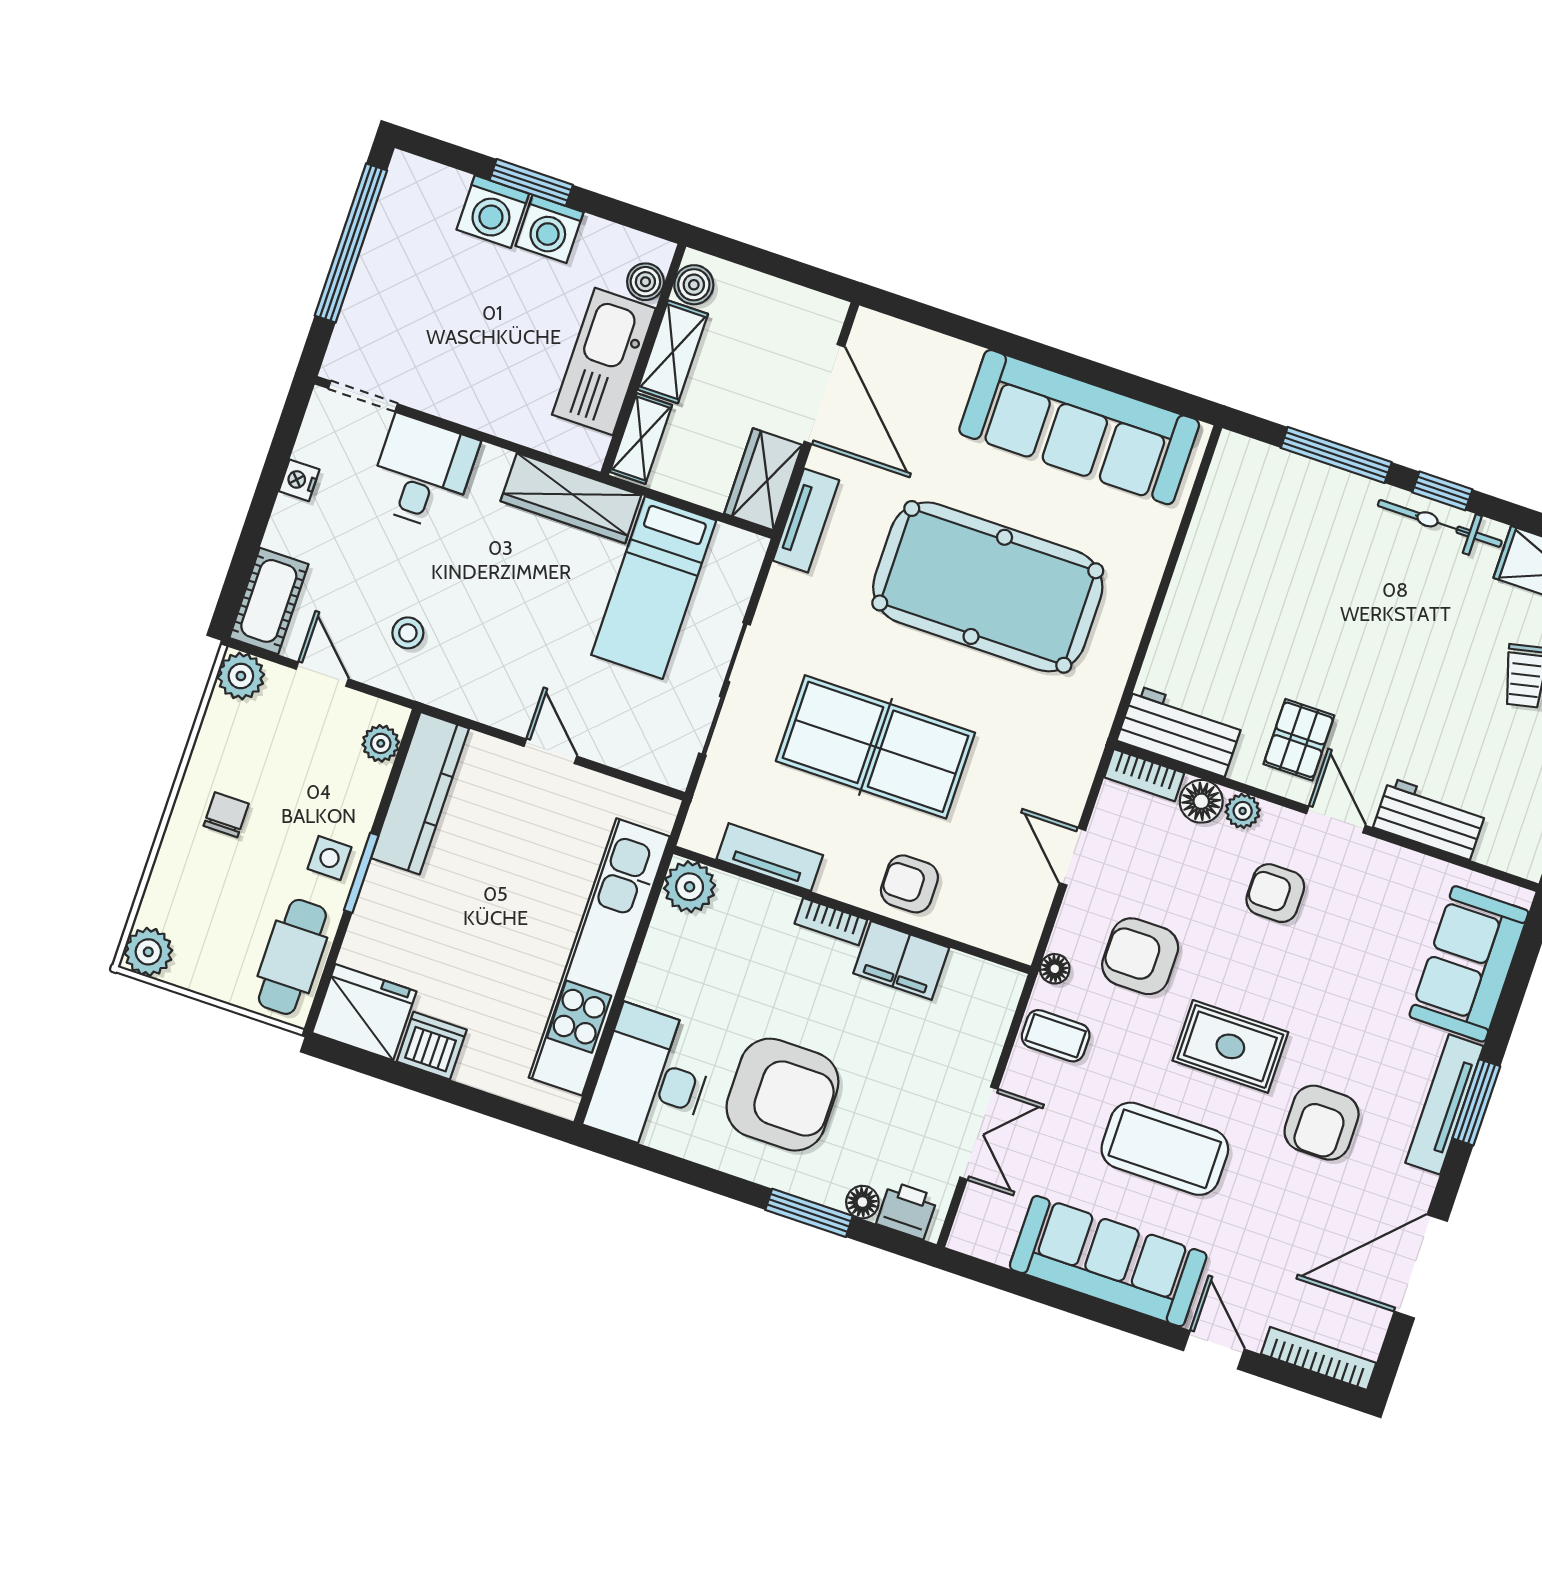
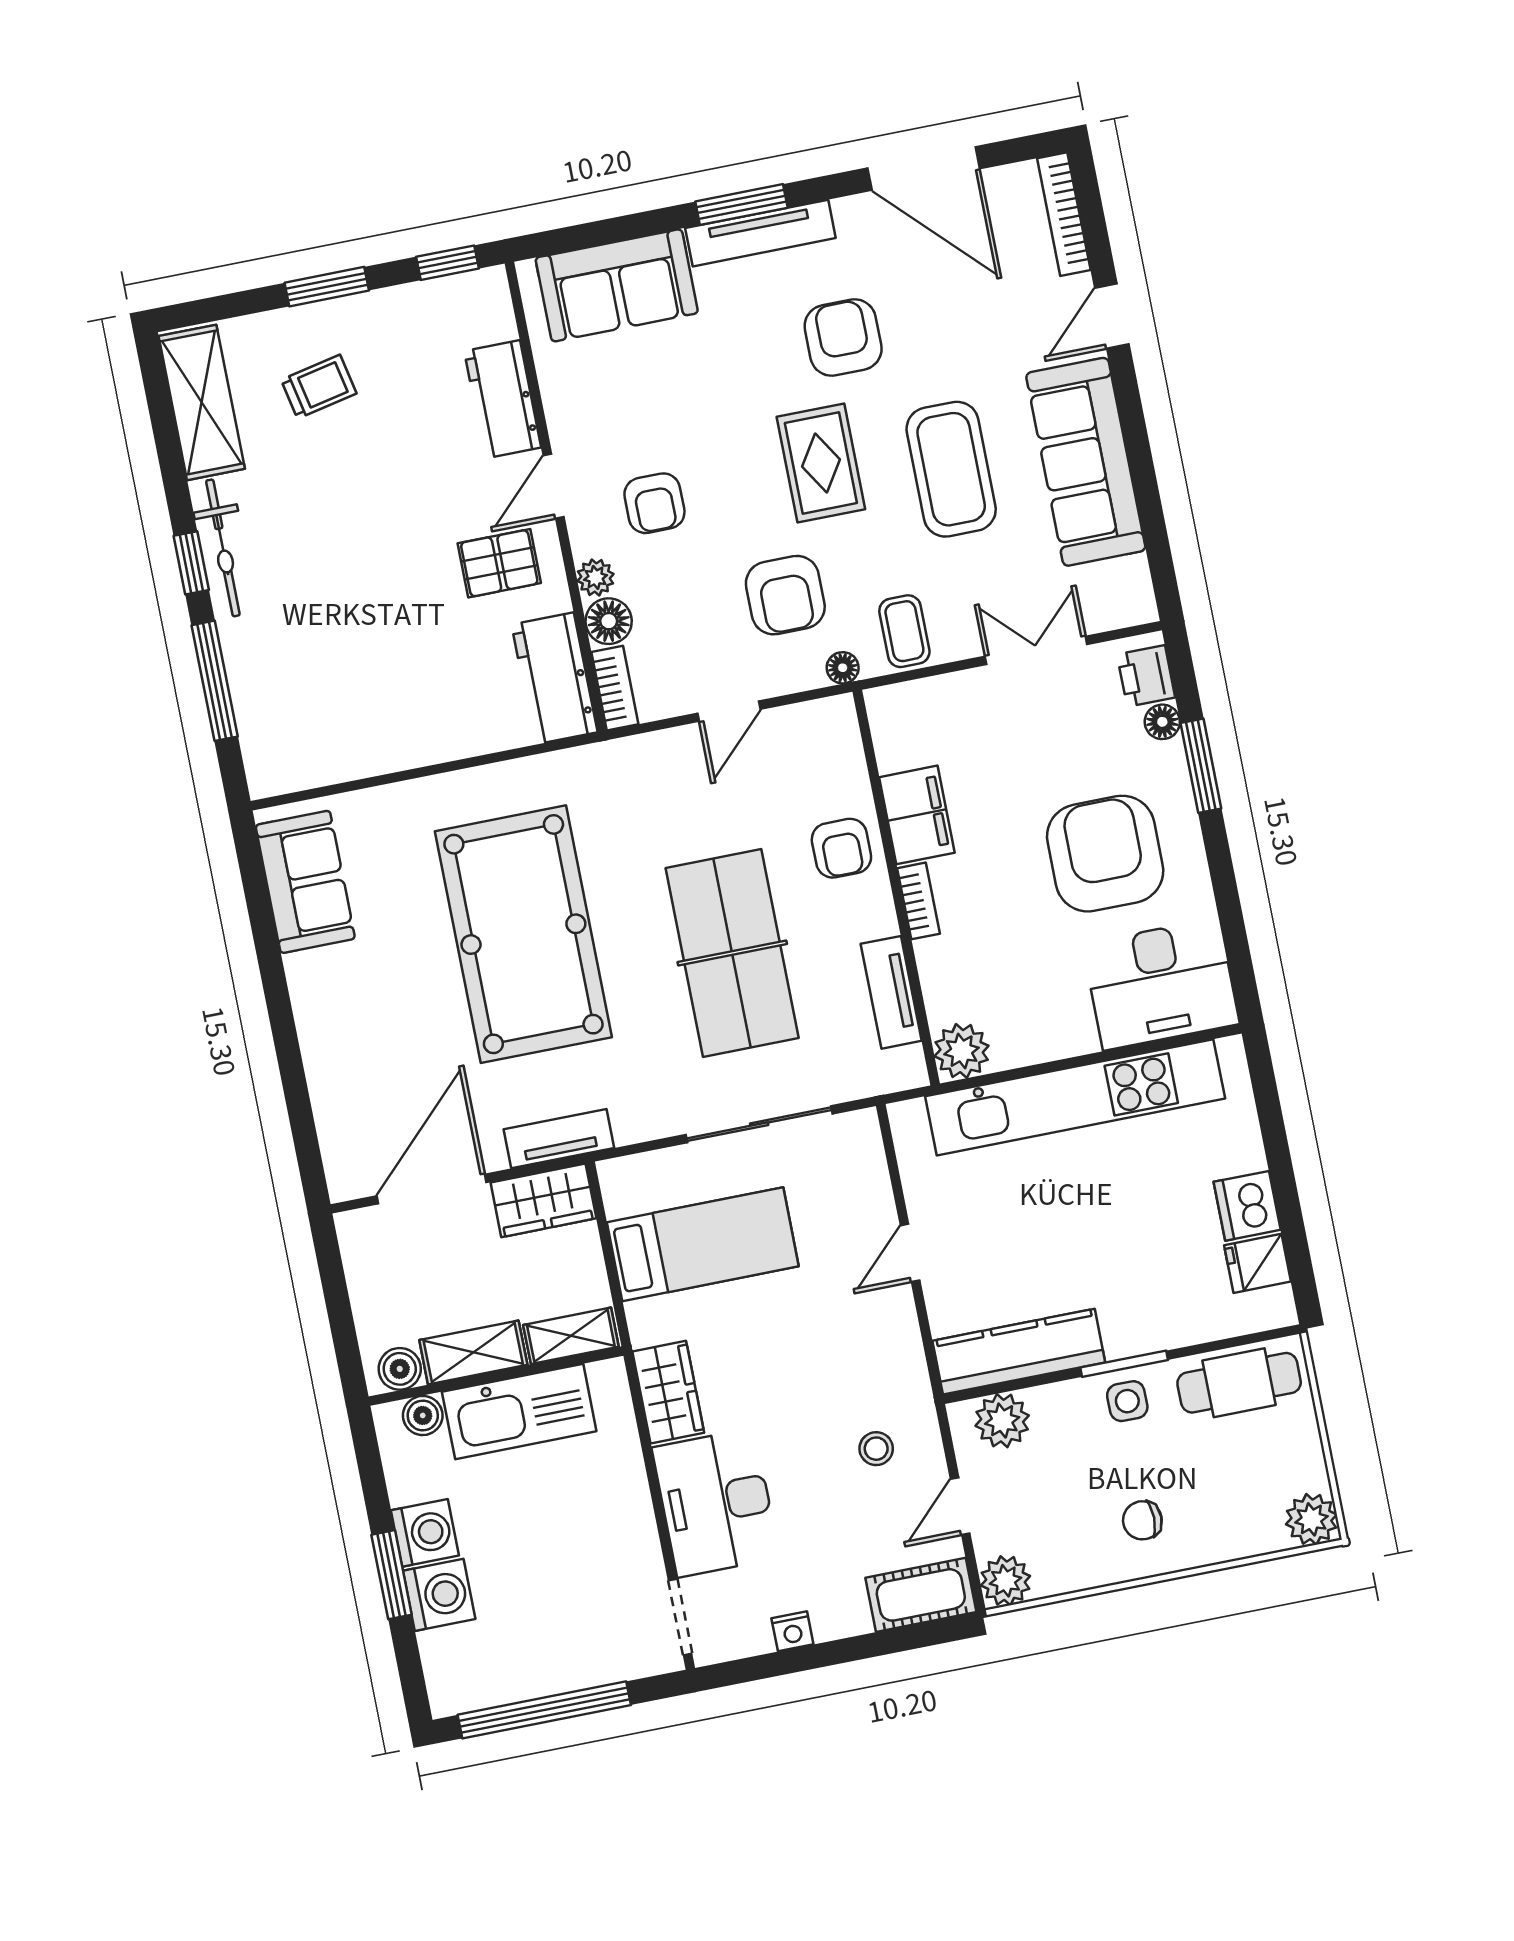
sofa: (1079, 427) -> (305, 882), width x0.54, depth x0.79
desk: (423, 473) -> (716, 1503), width x1.37
wardrobe: (571, 498) -> (668, 1392), width x0.67
plant: (381, 743) -> (1002, 1421), width x1.38, depth x1.38
fridge: (364, 1012) -> (1257, 1263), width x0.53, depth x0.75
armchair: (1322, 1123) -> (843, 338), turned -90

